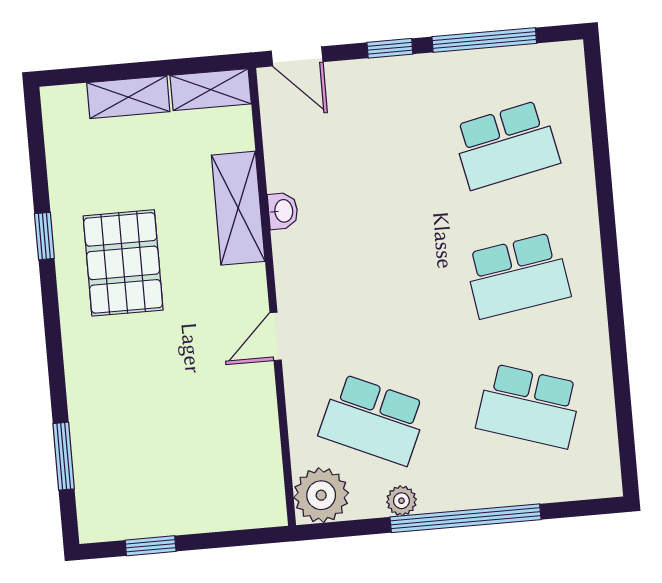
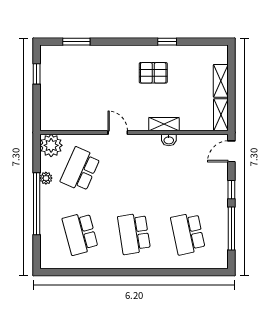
shelving: (238, 208) -> (164, 124), width x0.67, depth x0.75
pallet: (123, 263) -> (153, 73), width x0.67, depth x0.71
school desk: (529, 406) -> (80, 234), turned -33

